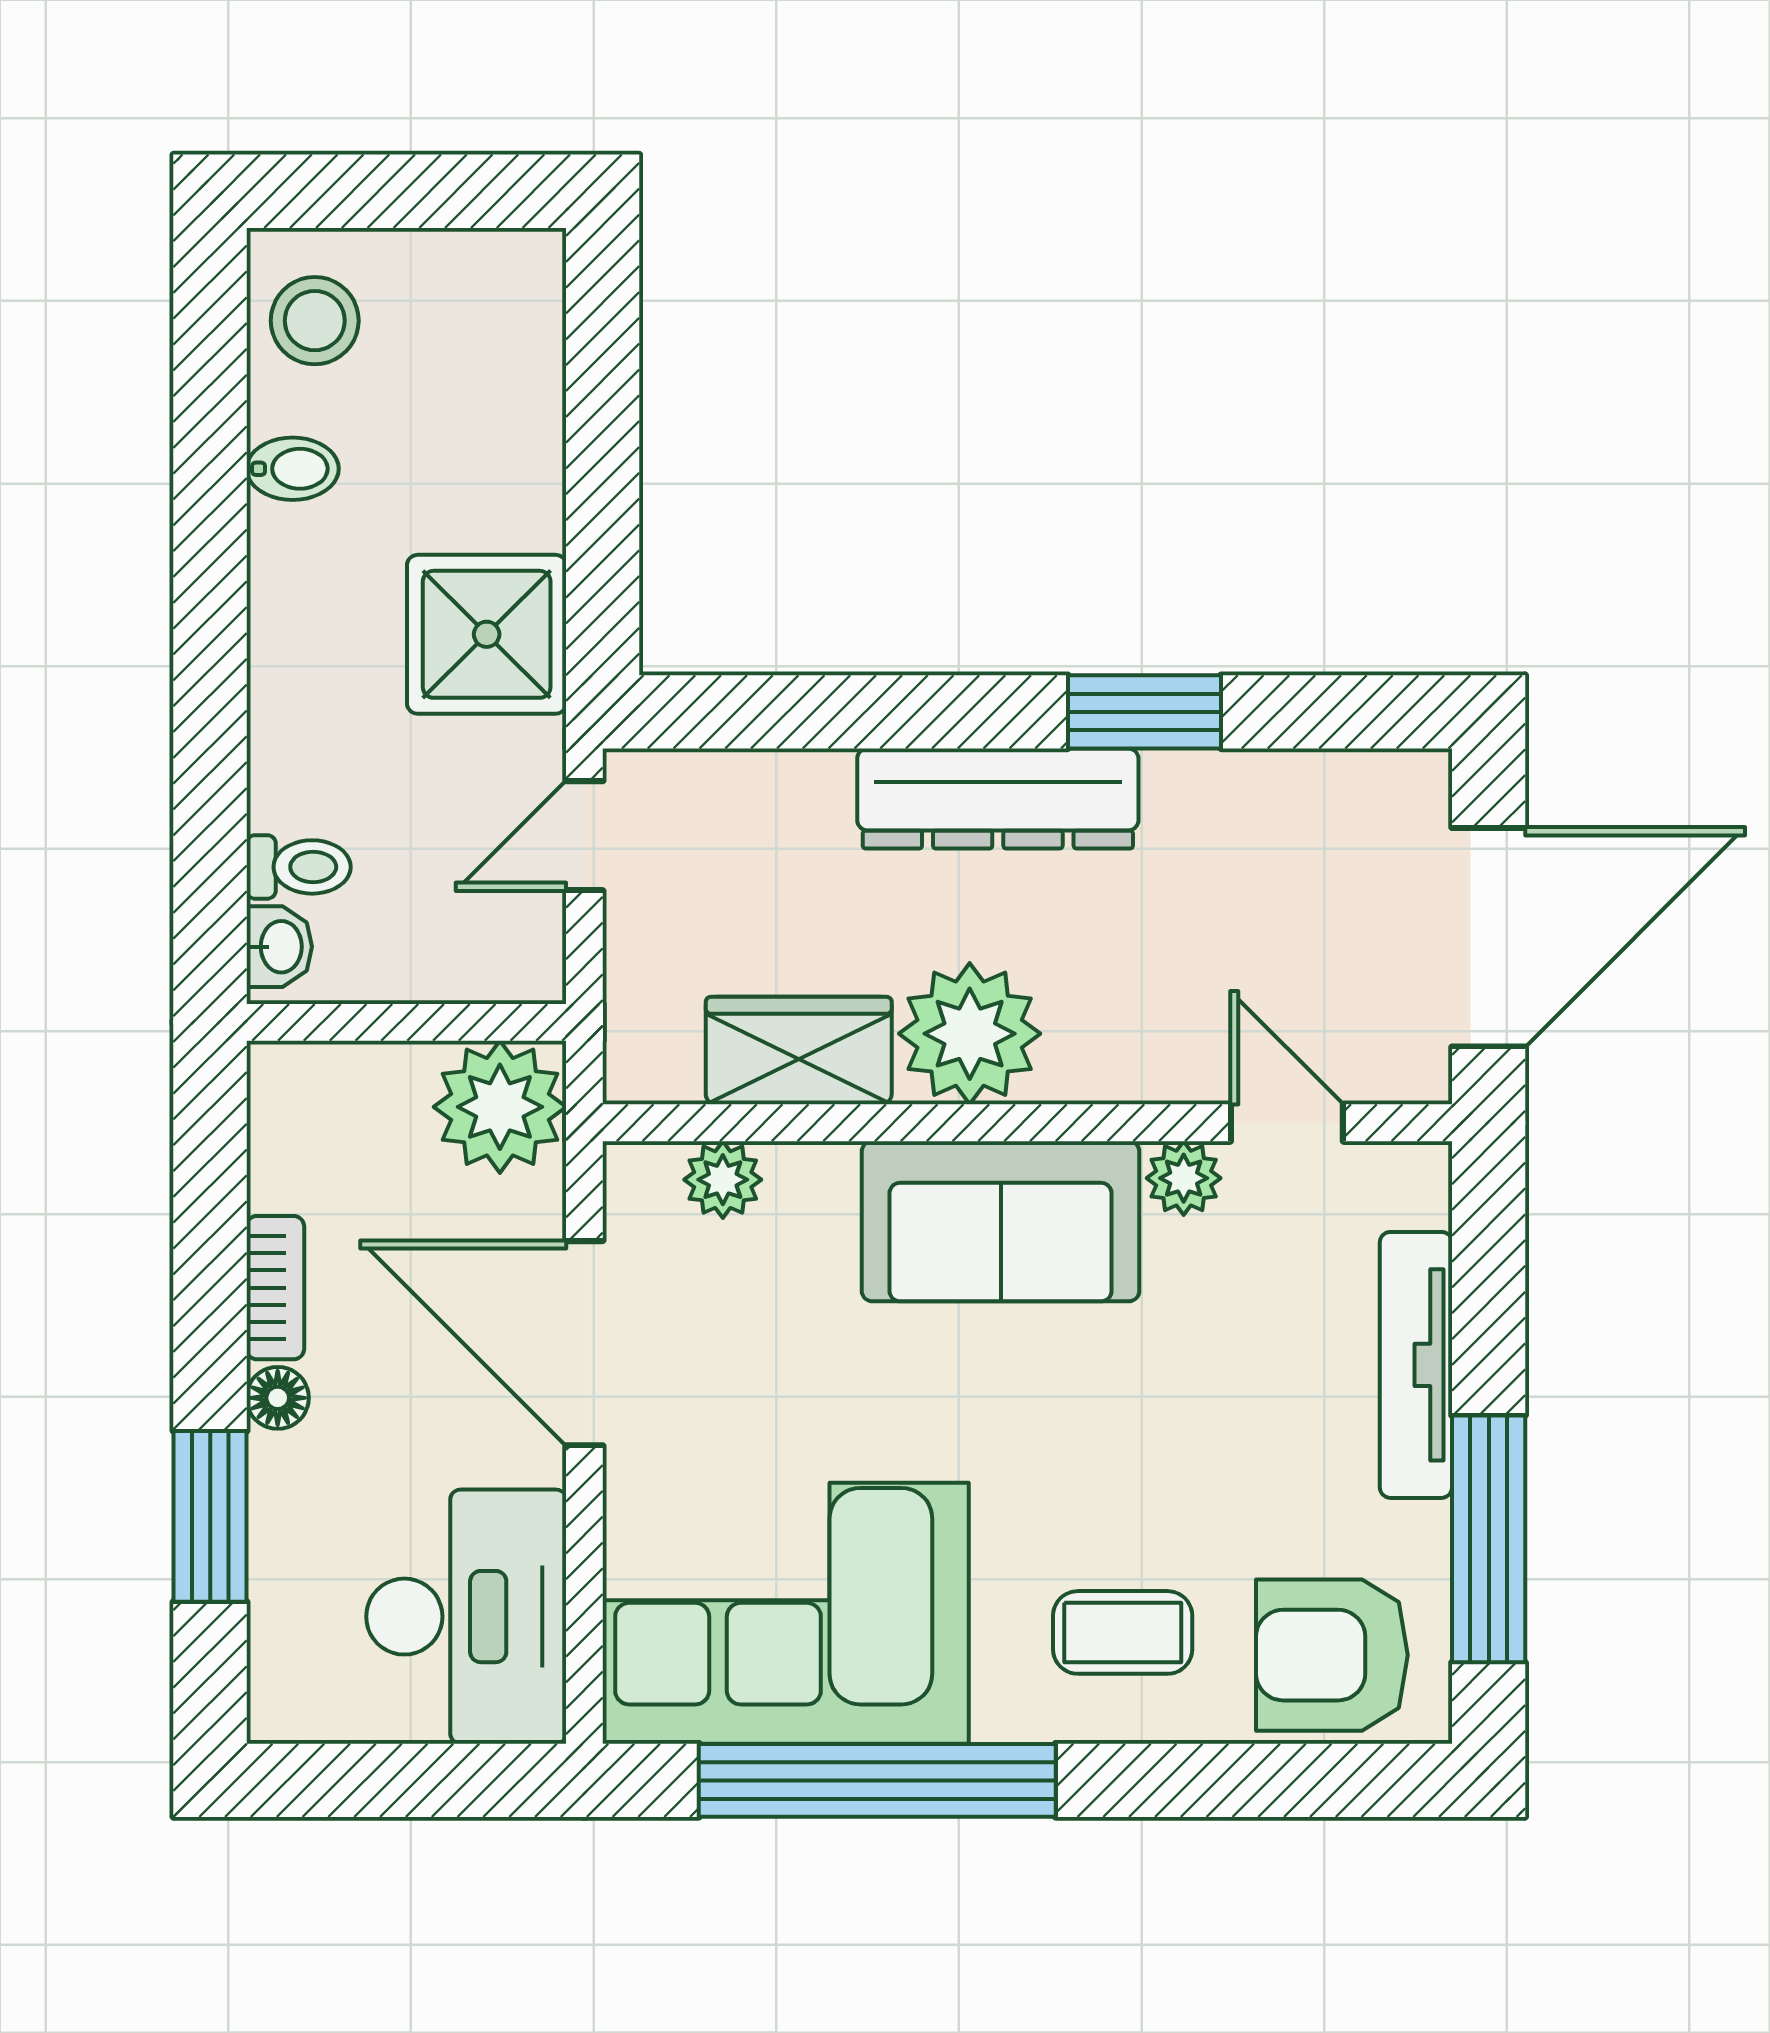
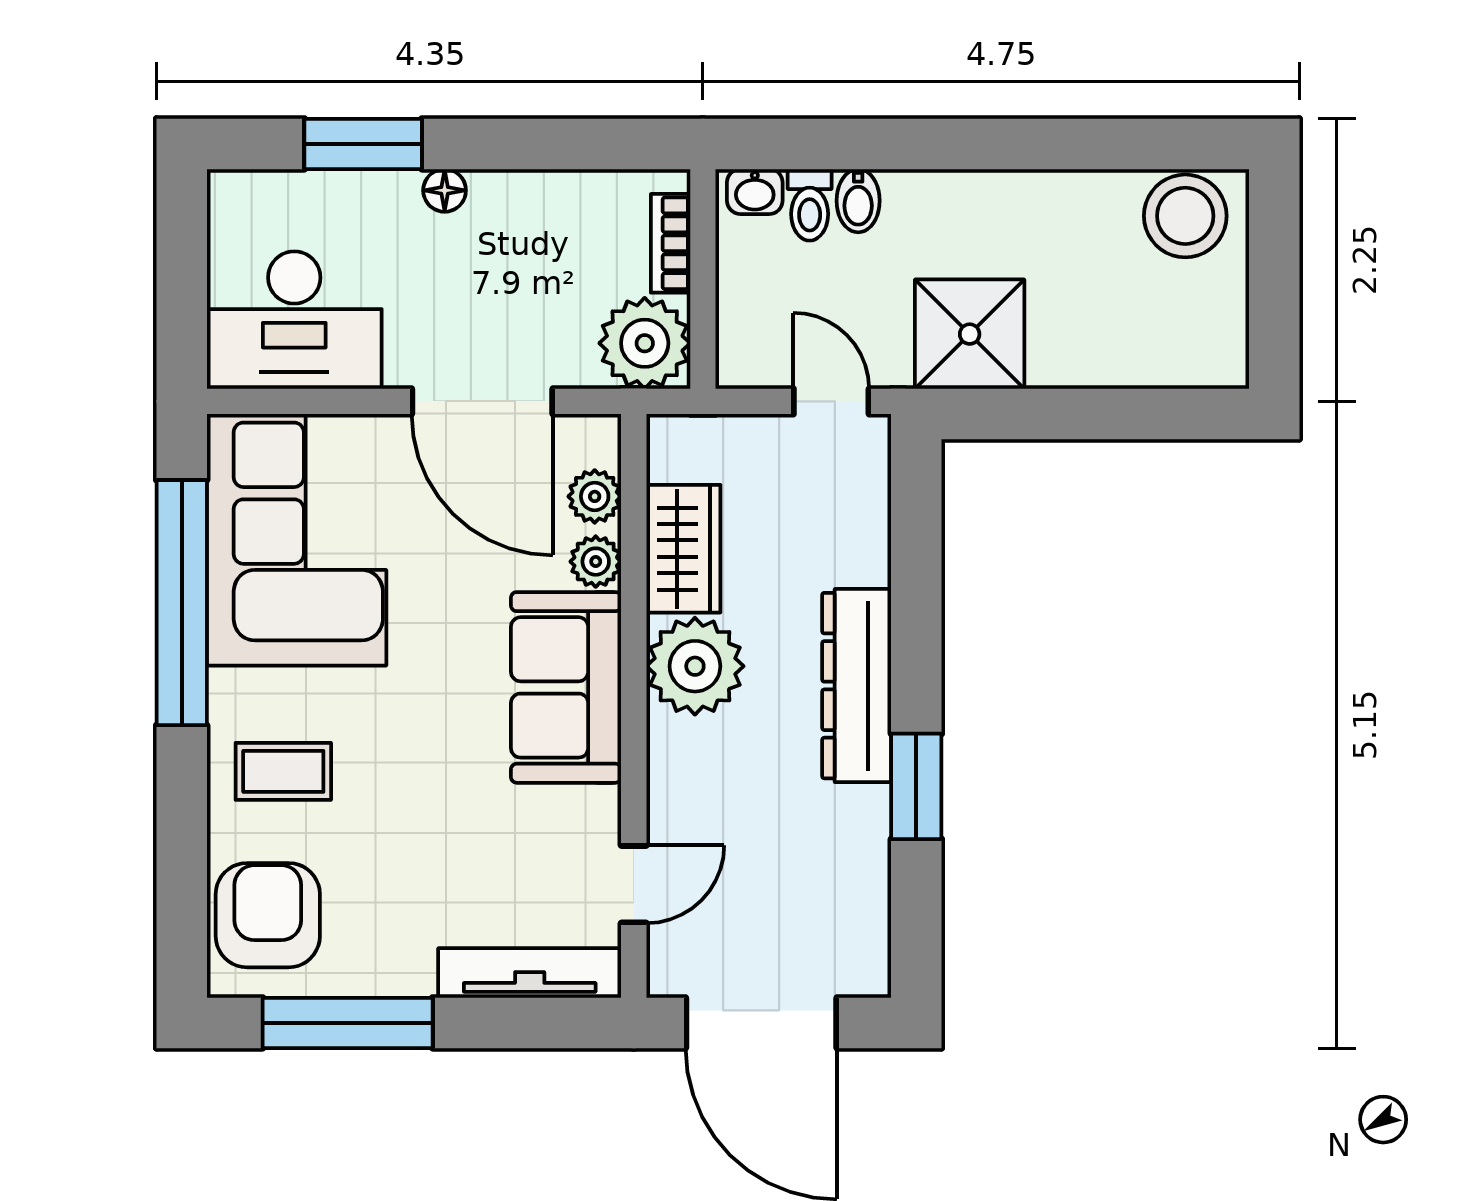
stool: (315, 321) -> (1185, 216), width x1.38, depth x1.38
bidet: (293, 469) -> (858, 201), moved
plant: (1184, 1178) -> (596, 562), moved
bookcase: (275, 1288) -> (671, 243), moved, turned 90
door: (584, 1343) -> (482, 401), swing flipped
tv unit: (1416, 1365) -> (530, 973), moved
coffee table: (1123, 1632) -> (283, 771), turned 90

